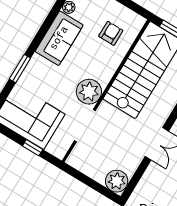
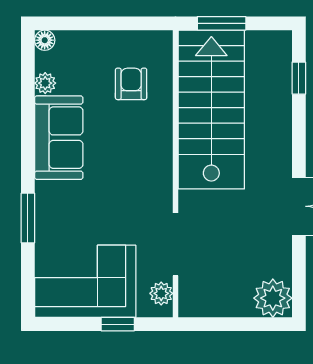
plant: (89, 92) -> (161, 293), moved, width x0.53, depth x0.53

